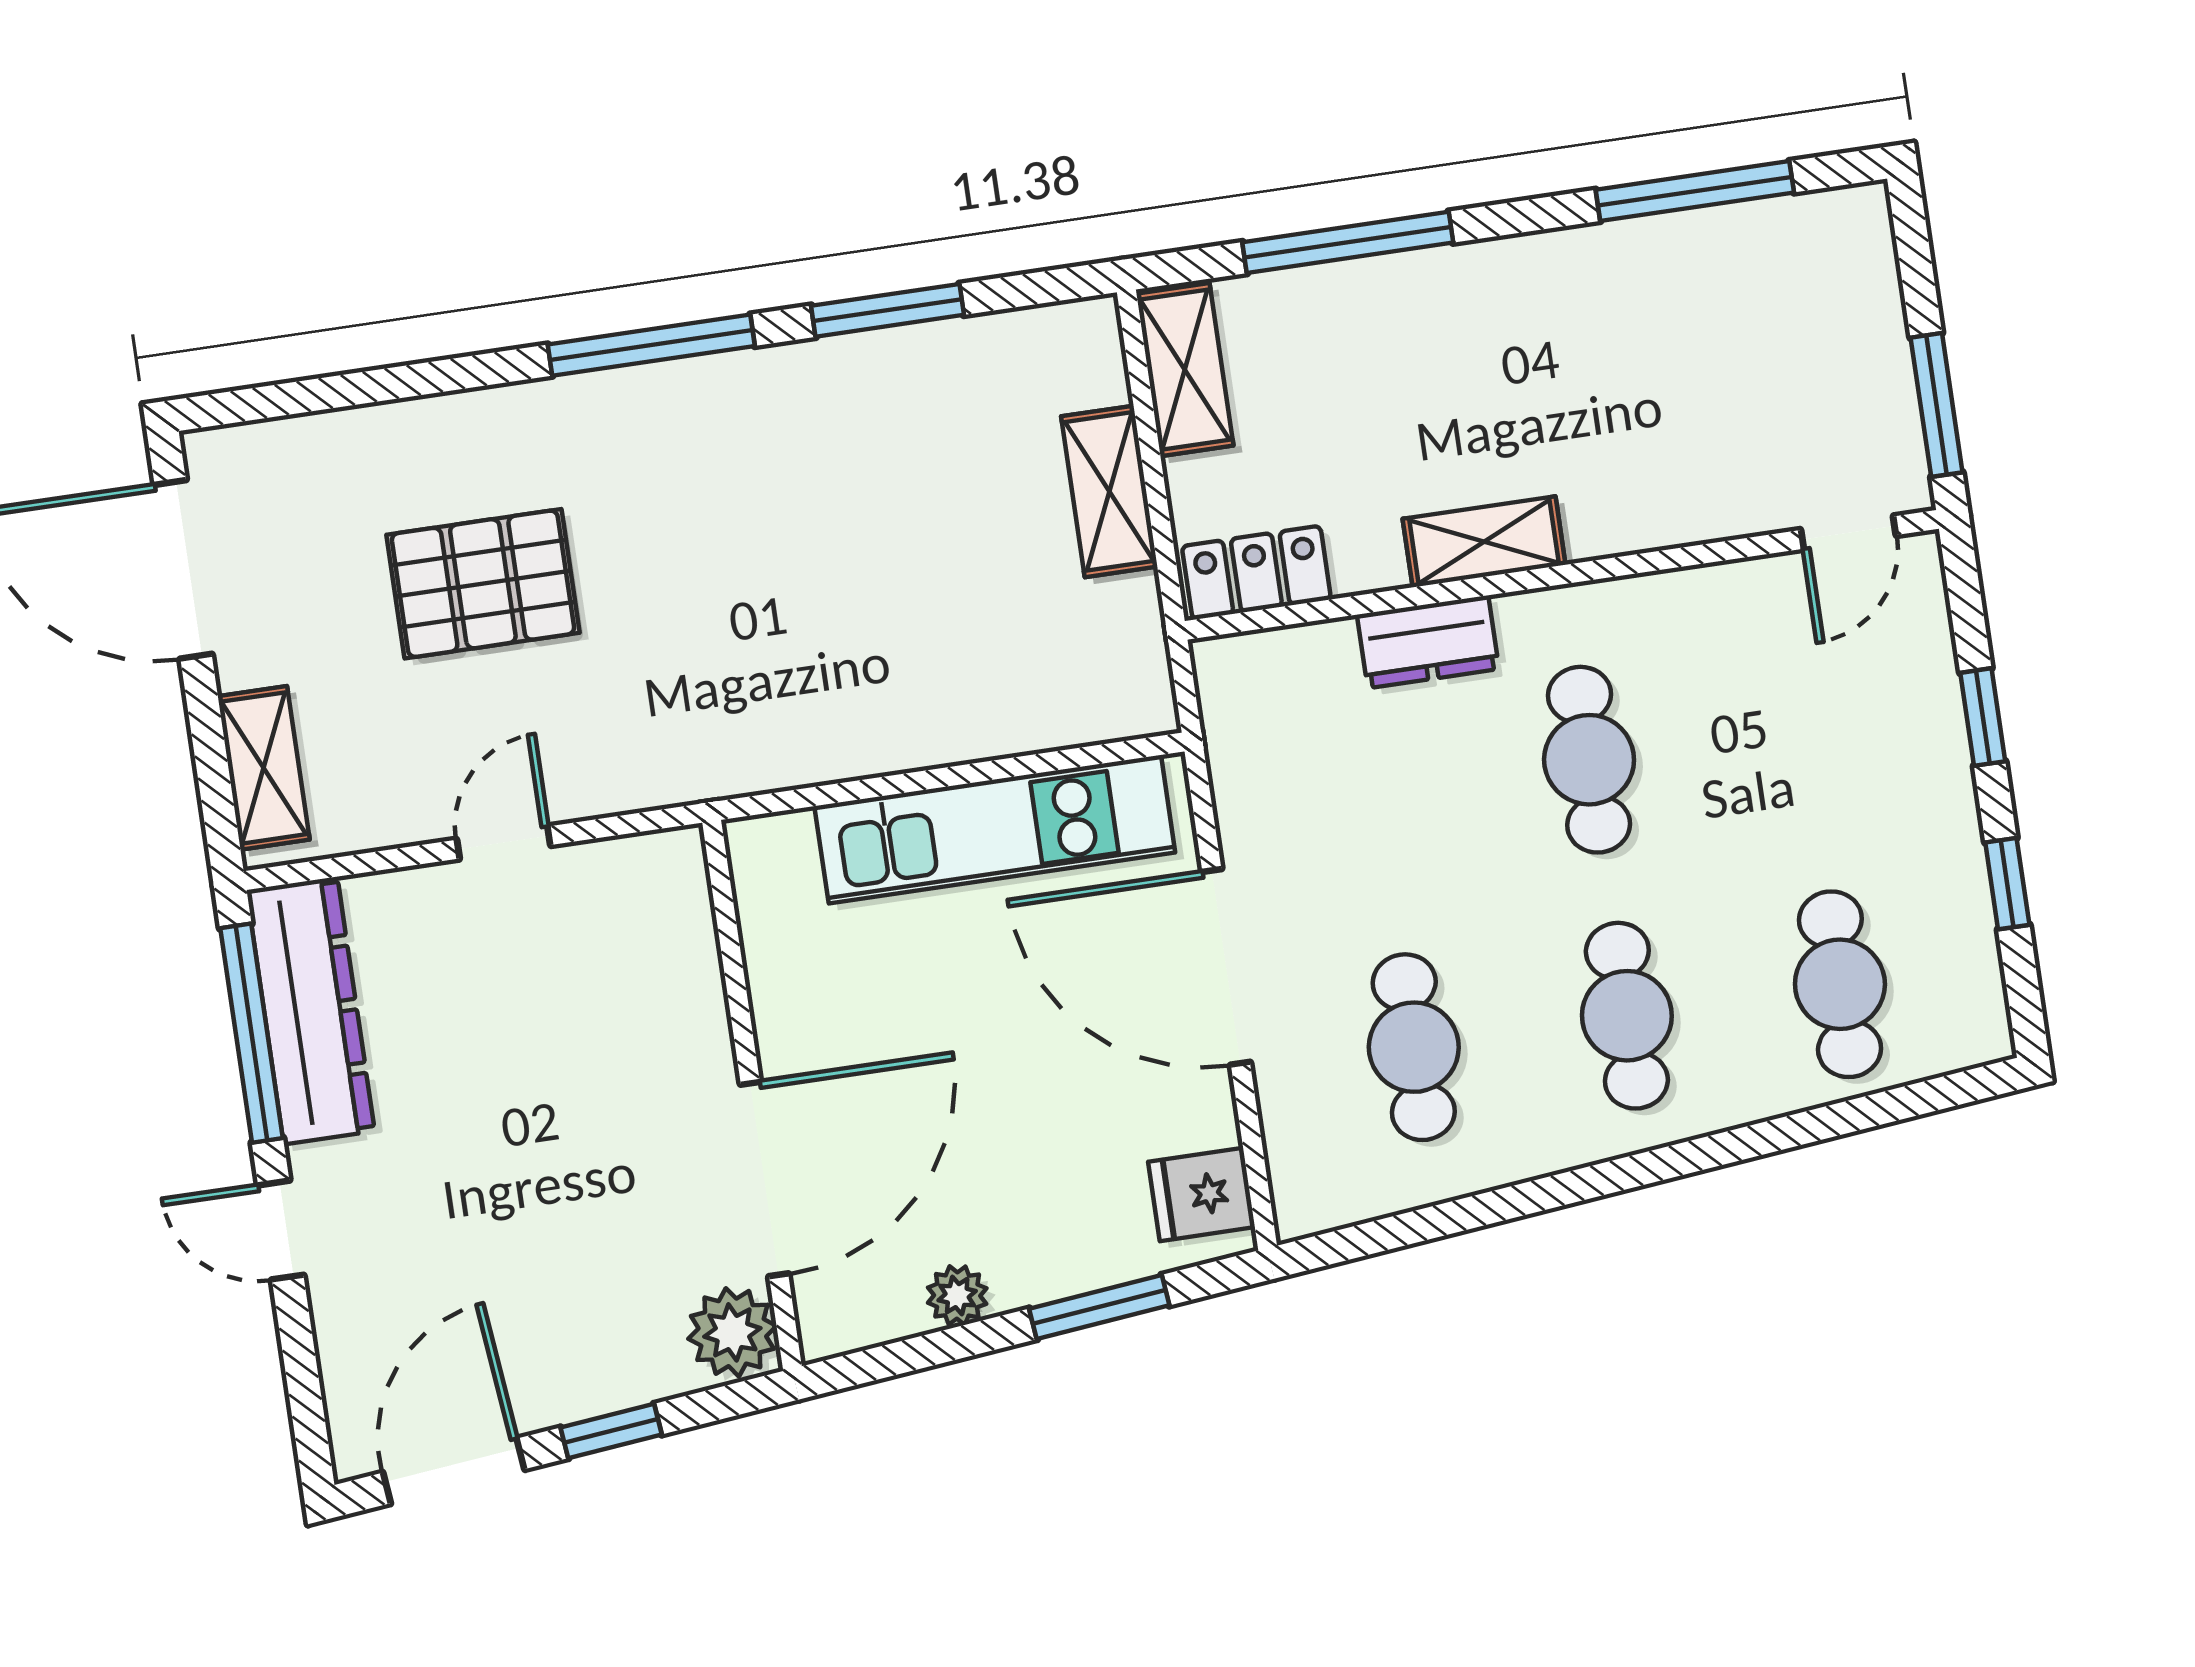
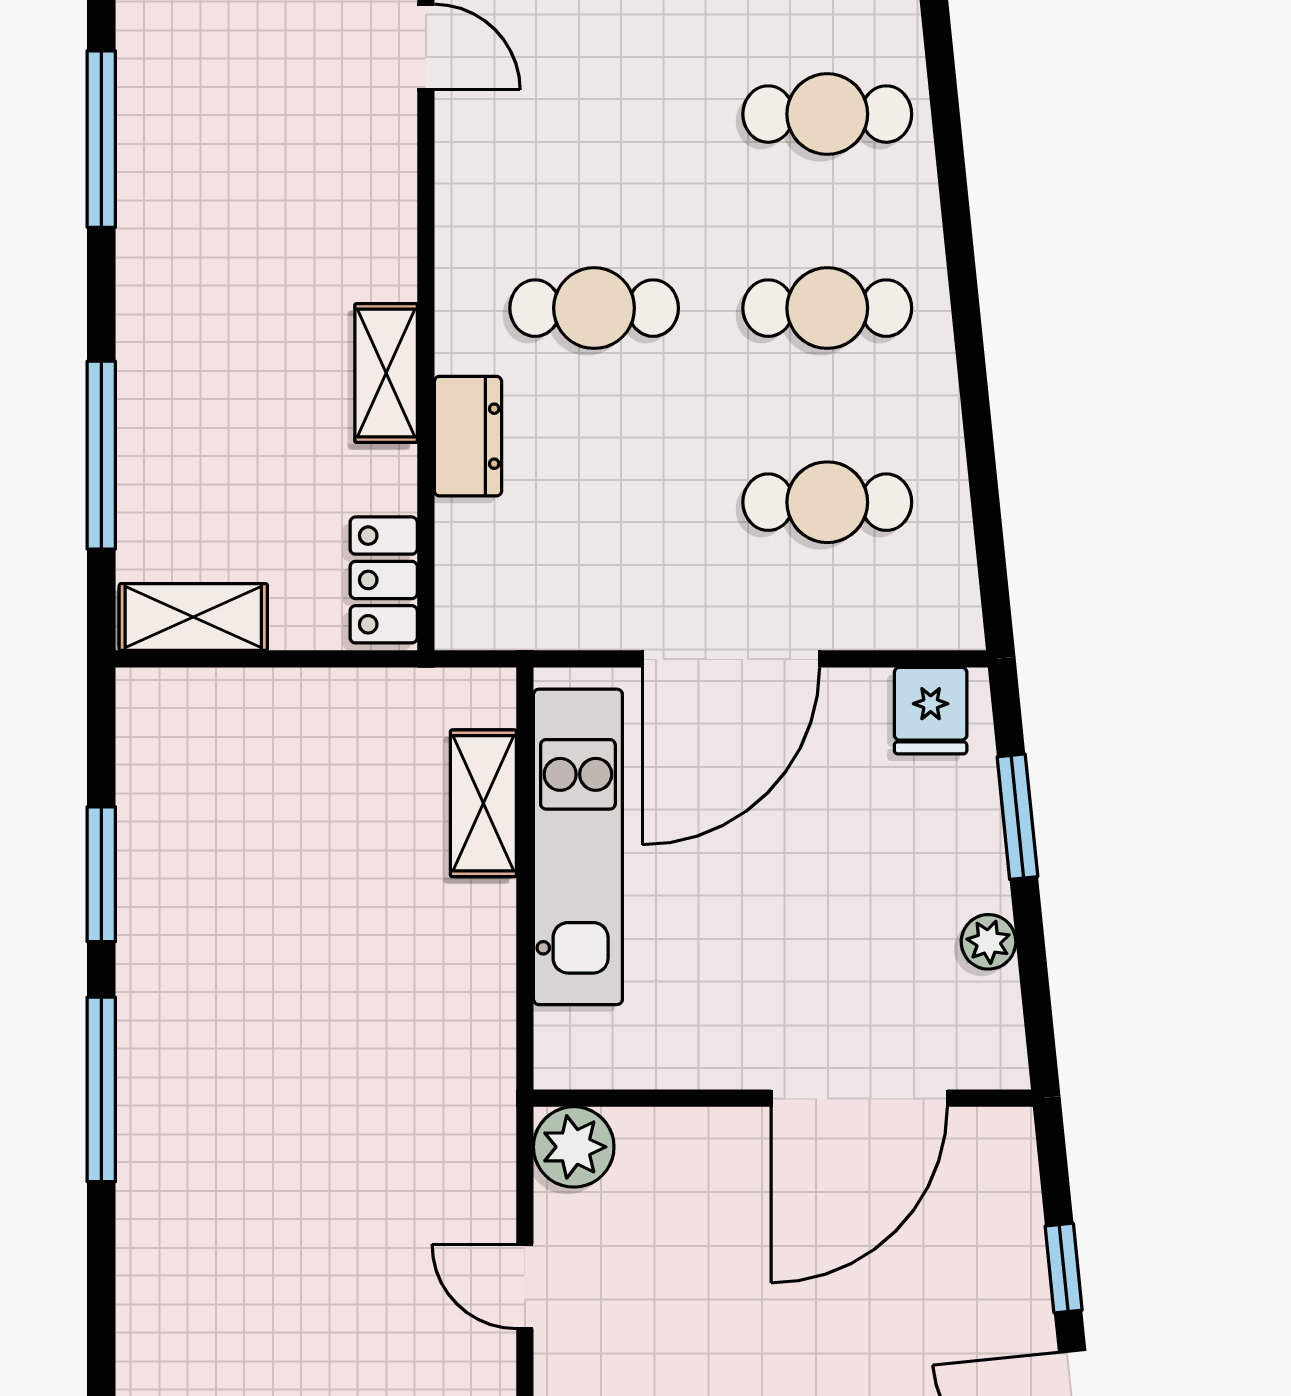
shelving: (1109, 491) -> (483, 803), moved, turned 90
pallet: (483, 584) -> (292, 1271), removed
door: (764, 1179) -> (859, 1098), swing flipped
plant: (732, 1332) -> (574, 1147), moved

